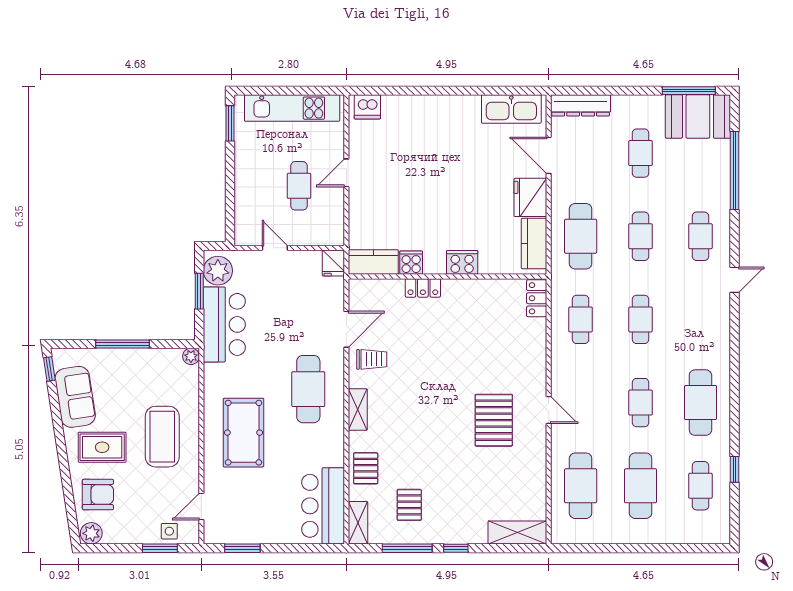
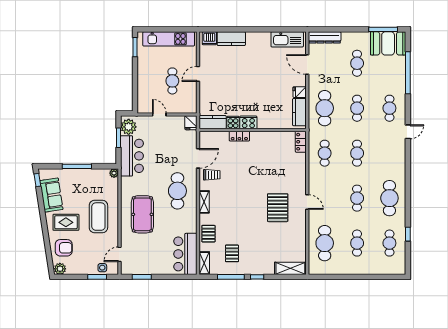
kitchen counter: (408, 108) -> (231, 39), added
fridge: (530, 197) -> (300, 92), width x0.53, depth x0.75
cooker: (462, 262) -> (248, 122), moved
cafe table: (641, 486) -> (357, 243), width x0.73, depth x0.74

